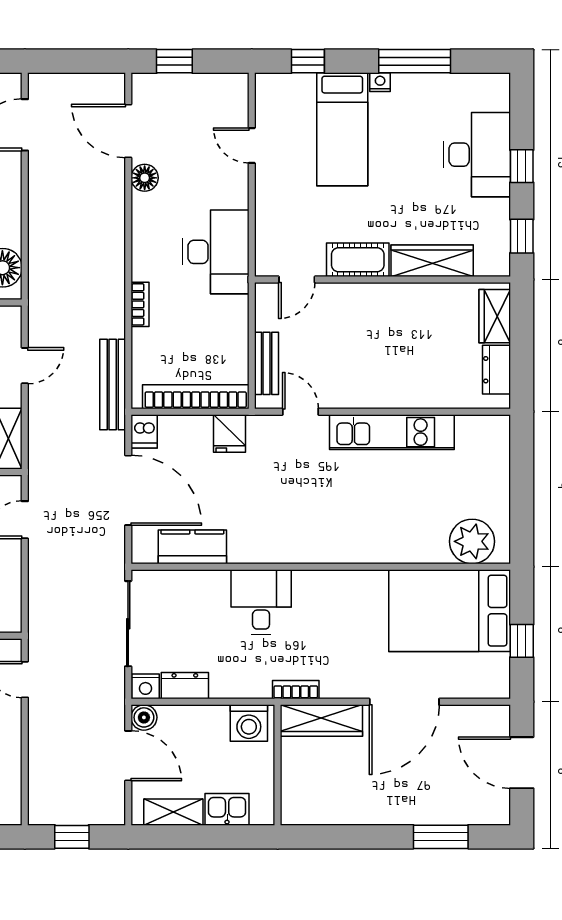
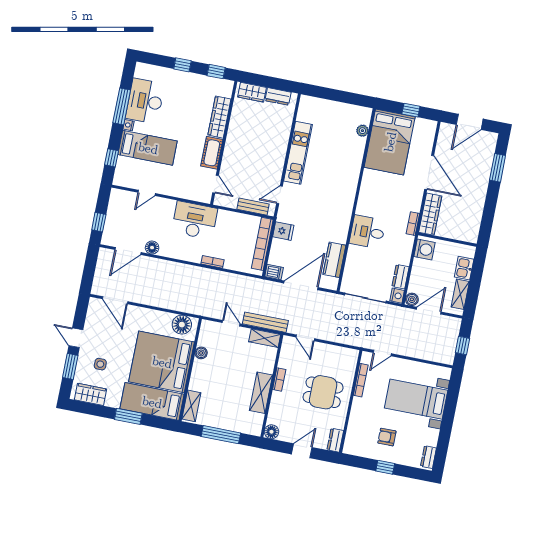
desk: (477, 155) -> (145, 101), moved, turned -90
bench: (113, 385) -> (265, 322), moved
plant: (472, 541) -> (362, 131), width x0.53, depth x0.53

